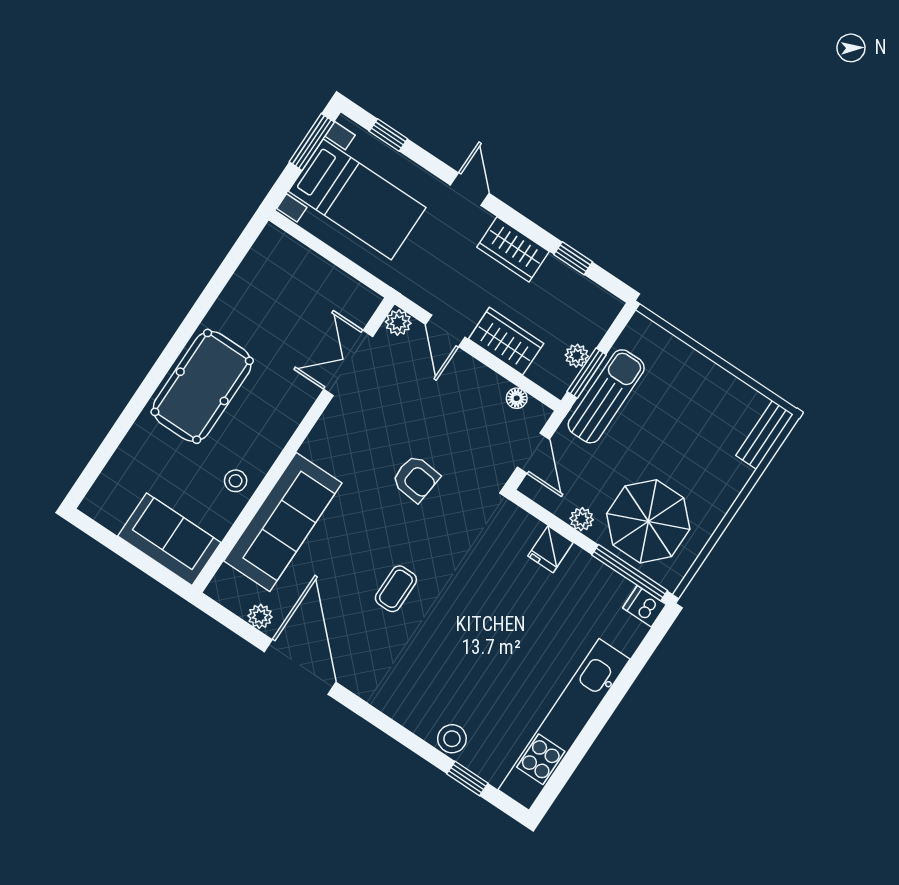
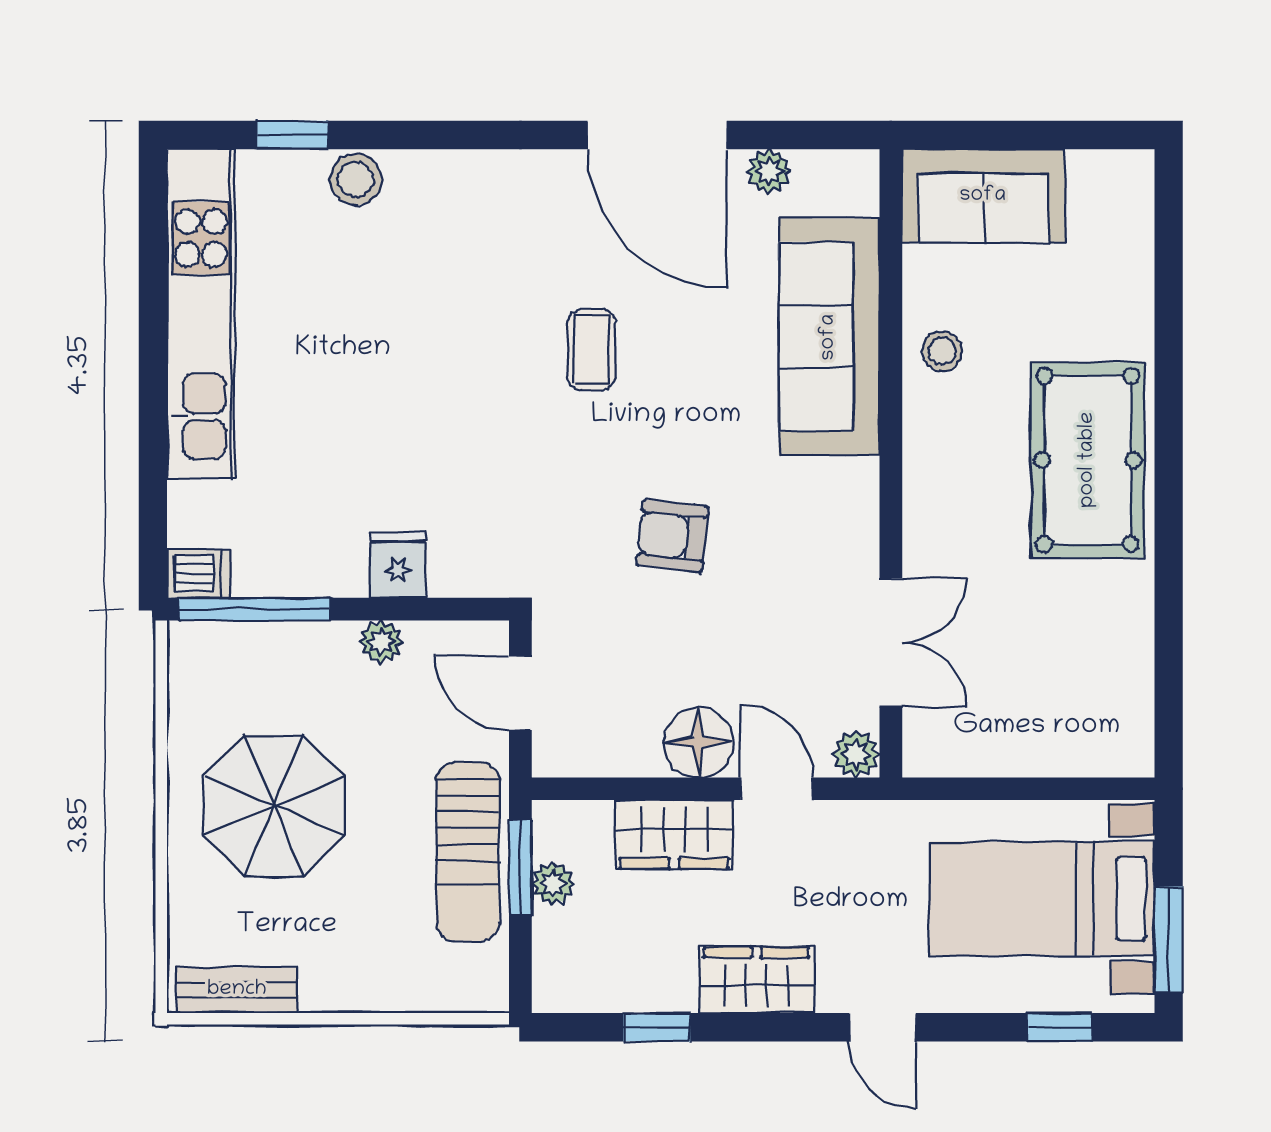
floor lamp: (517, 398) -> (698, 742), moved, width x1.89, depth x1.89
bench: (764, 435) -> (237, 990), moved, turned 90
parasol: (648, 521) -> (274, 806), moved

